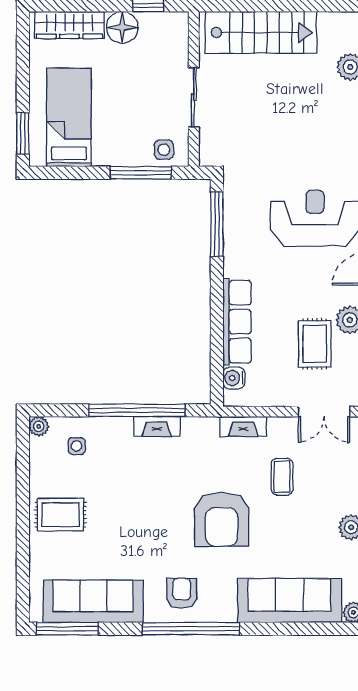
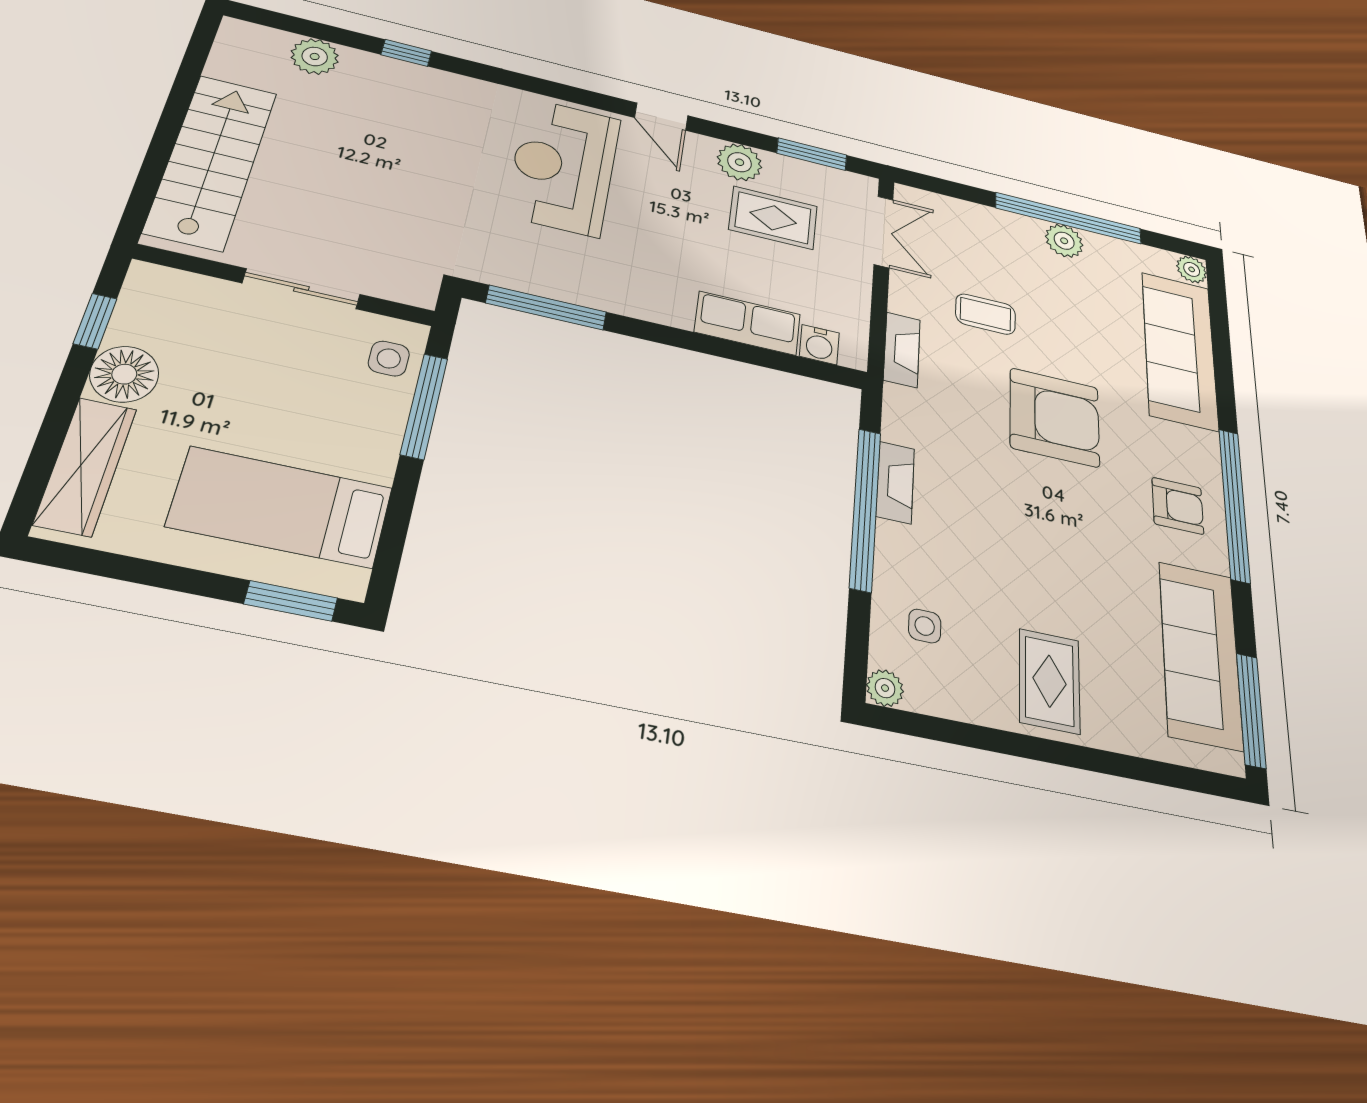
row of seats: (237, 322) -> (748, 323), width x0.68
armchair: (182, 593) -> (1178, 506), turned 180

